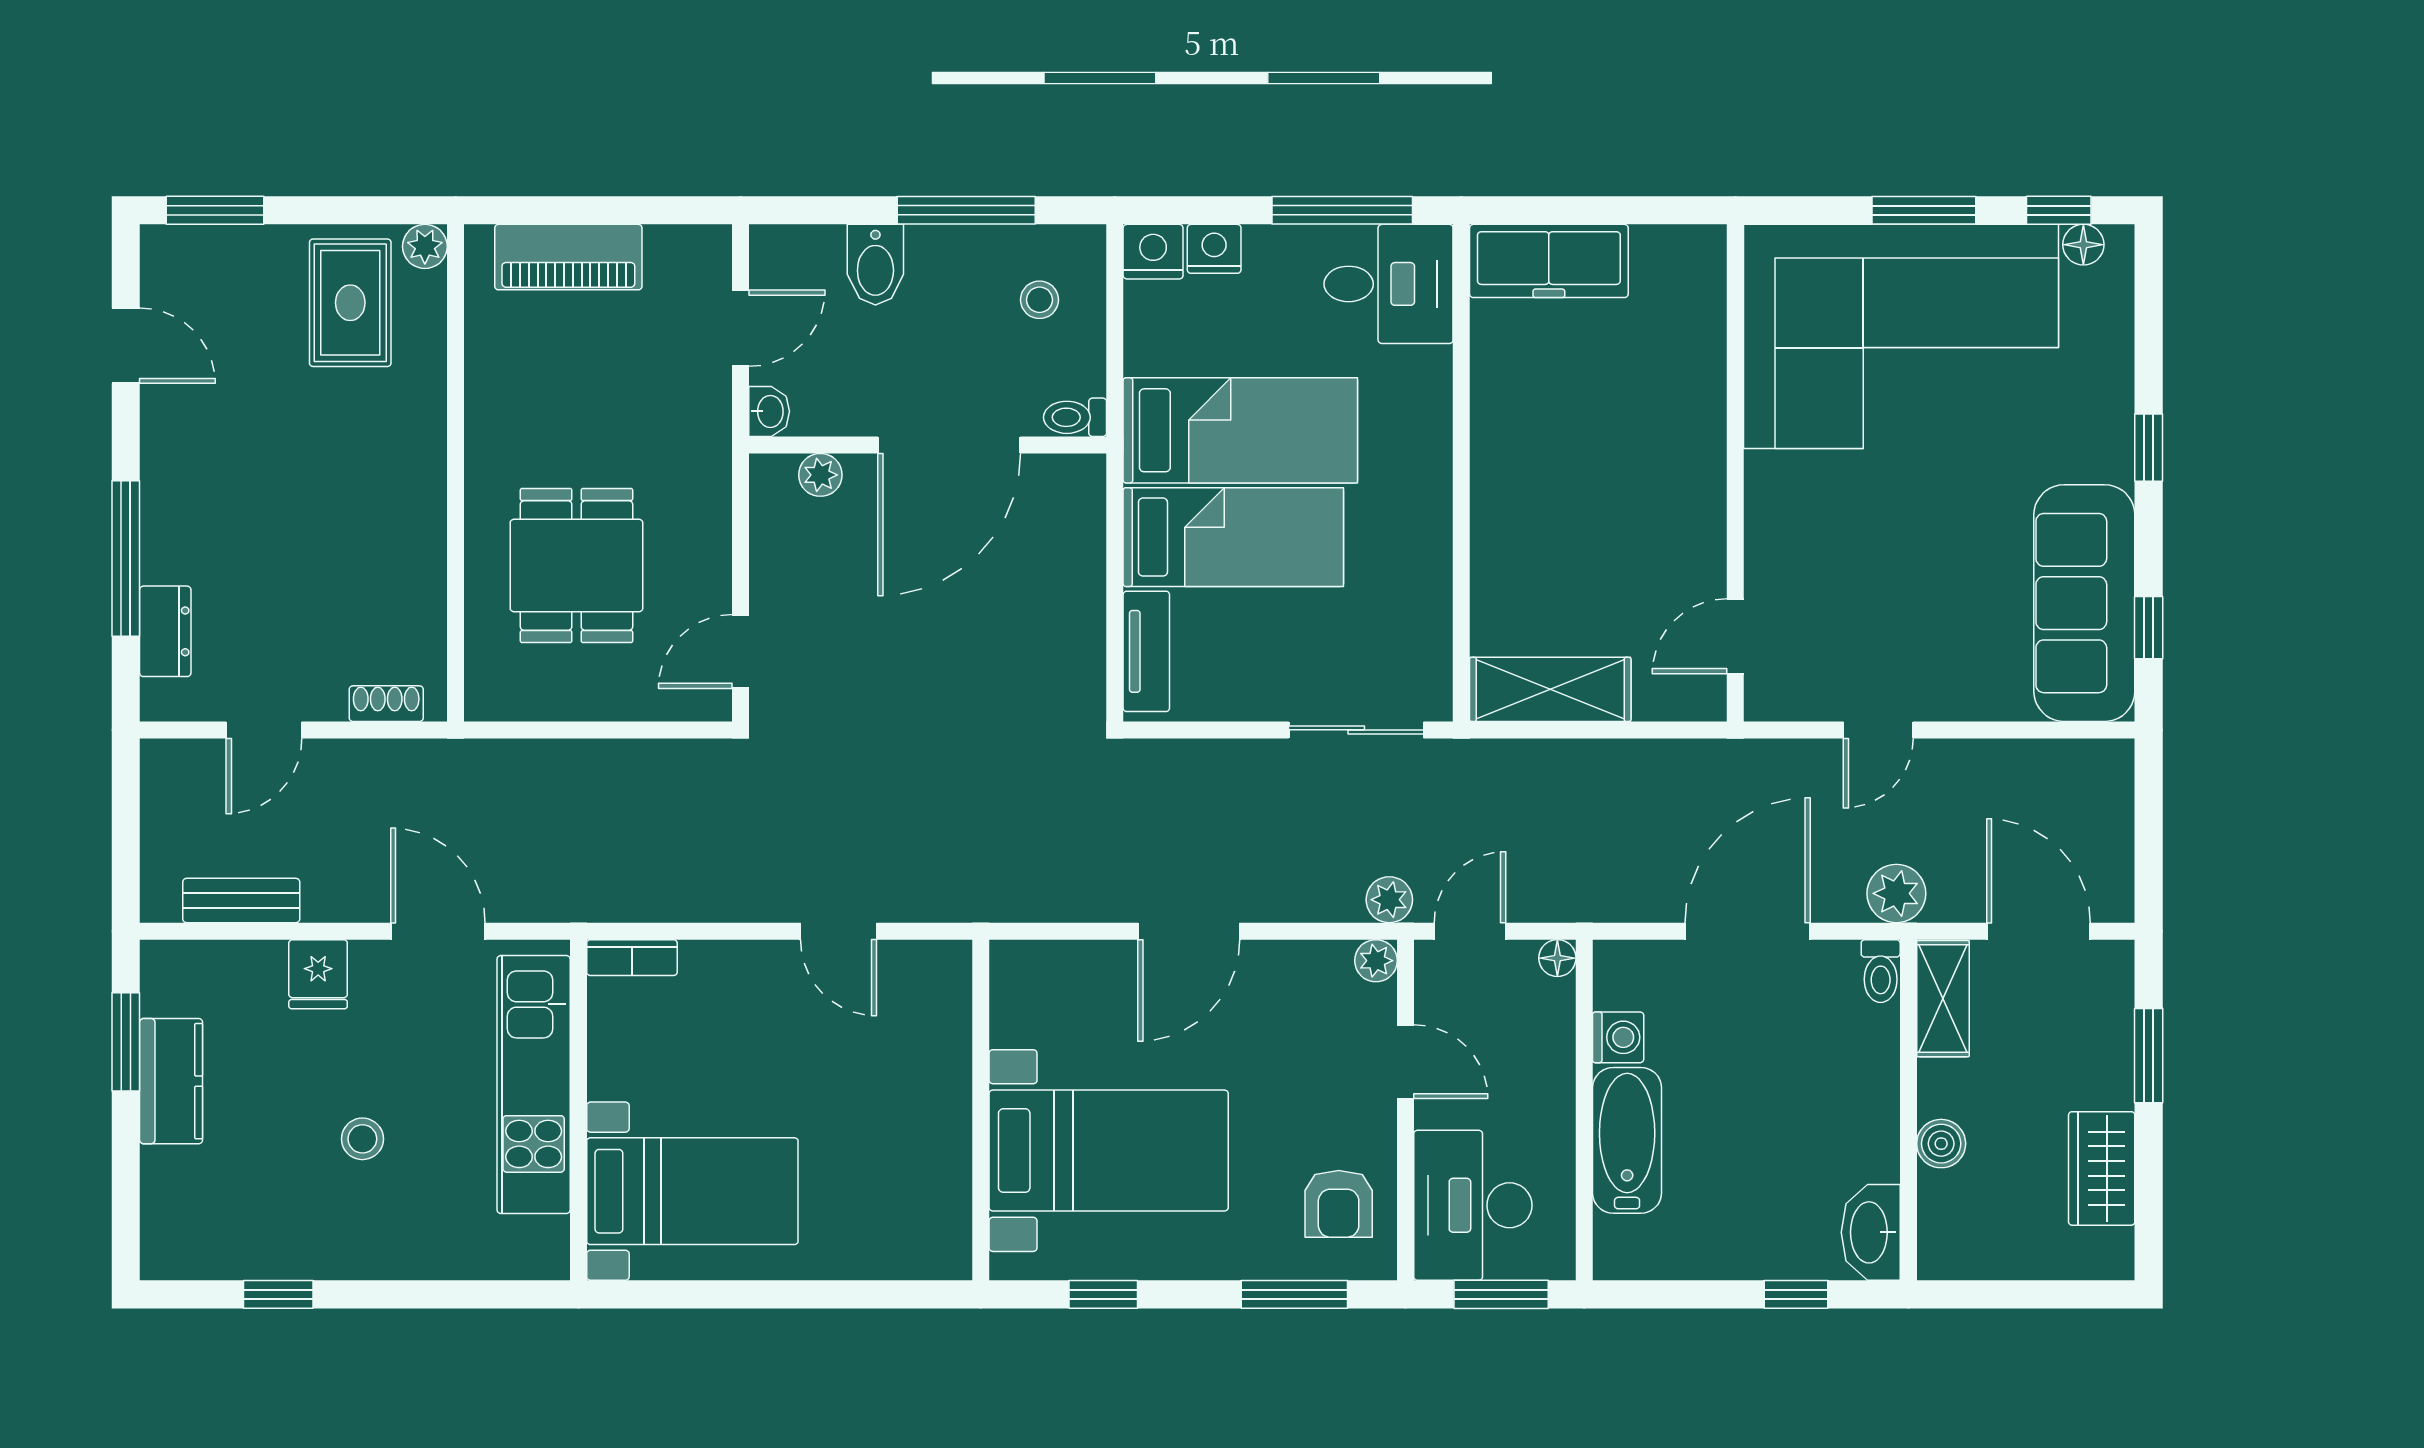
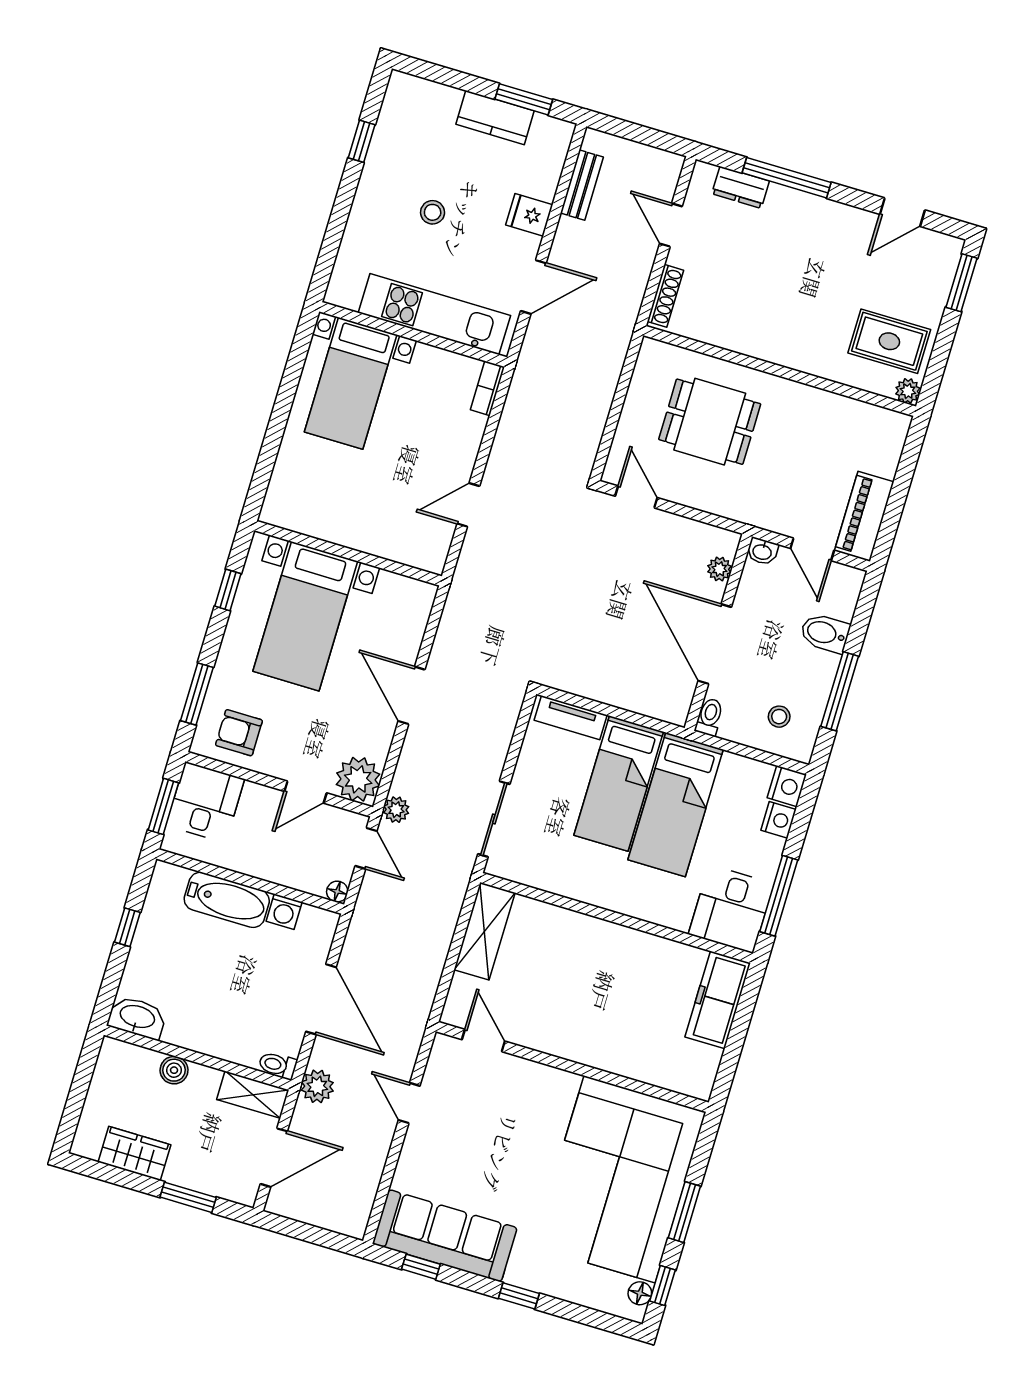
piano: (568, 257) -> (864, 516), moved
shoe rack: (386, 704) -> (665, 296), width x1.43
plant: (1376, 961) -> (358, 779), width x1.87, depth x1.87
desk: (1473, 1205) -> (205, 802), width x0.73
window: (1796, 1294) -> (127, 927), moved

